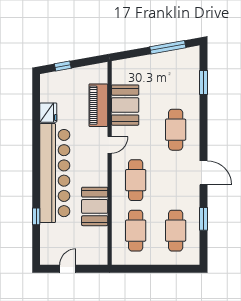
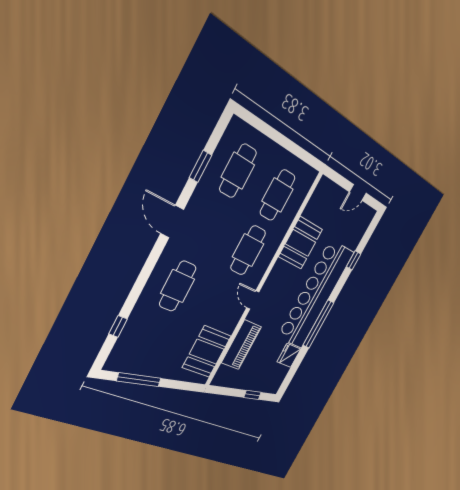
window: (204, 82) -> (118, 326), width x0.67
booth: (125, 105) -> (207, 352), moved
door: (110, 145) -> (253, 300), hinge flipped
window: (36, 150) -> (318, 324), added

